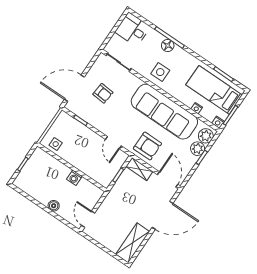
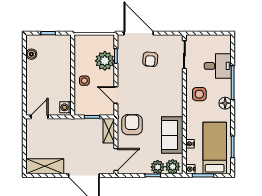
desk: (133, 29) -> (218, 66), moved, turned 90
floor lamp: (168, 45) -> (225, 103), moved
sofa: (164, 112) -> (172, 135), width x0.54, depth x0.79
plant: (78, 132) -> (105, 61), added
door: (113, 143) -> (116, 95), hinge flipped
side table: (56, 144) -> (84, 81), moved
armchair: (147, 146) -> (132, 125), turned 180
washing machine: (74, 178) -> (66, 107), moved
boiler: (54, 206) -> (31, 54), moved

